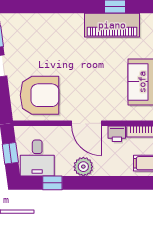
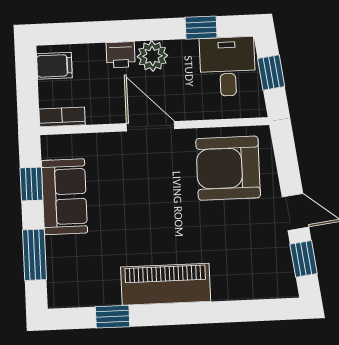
piano: (112, 25) -> (166, 284), moved
printer: (117, 134) -> (121, 55), moved, turned 180

